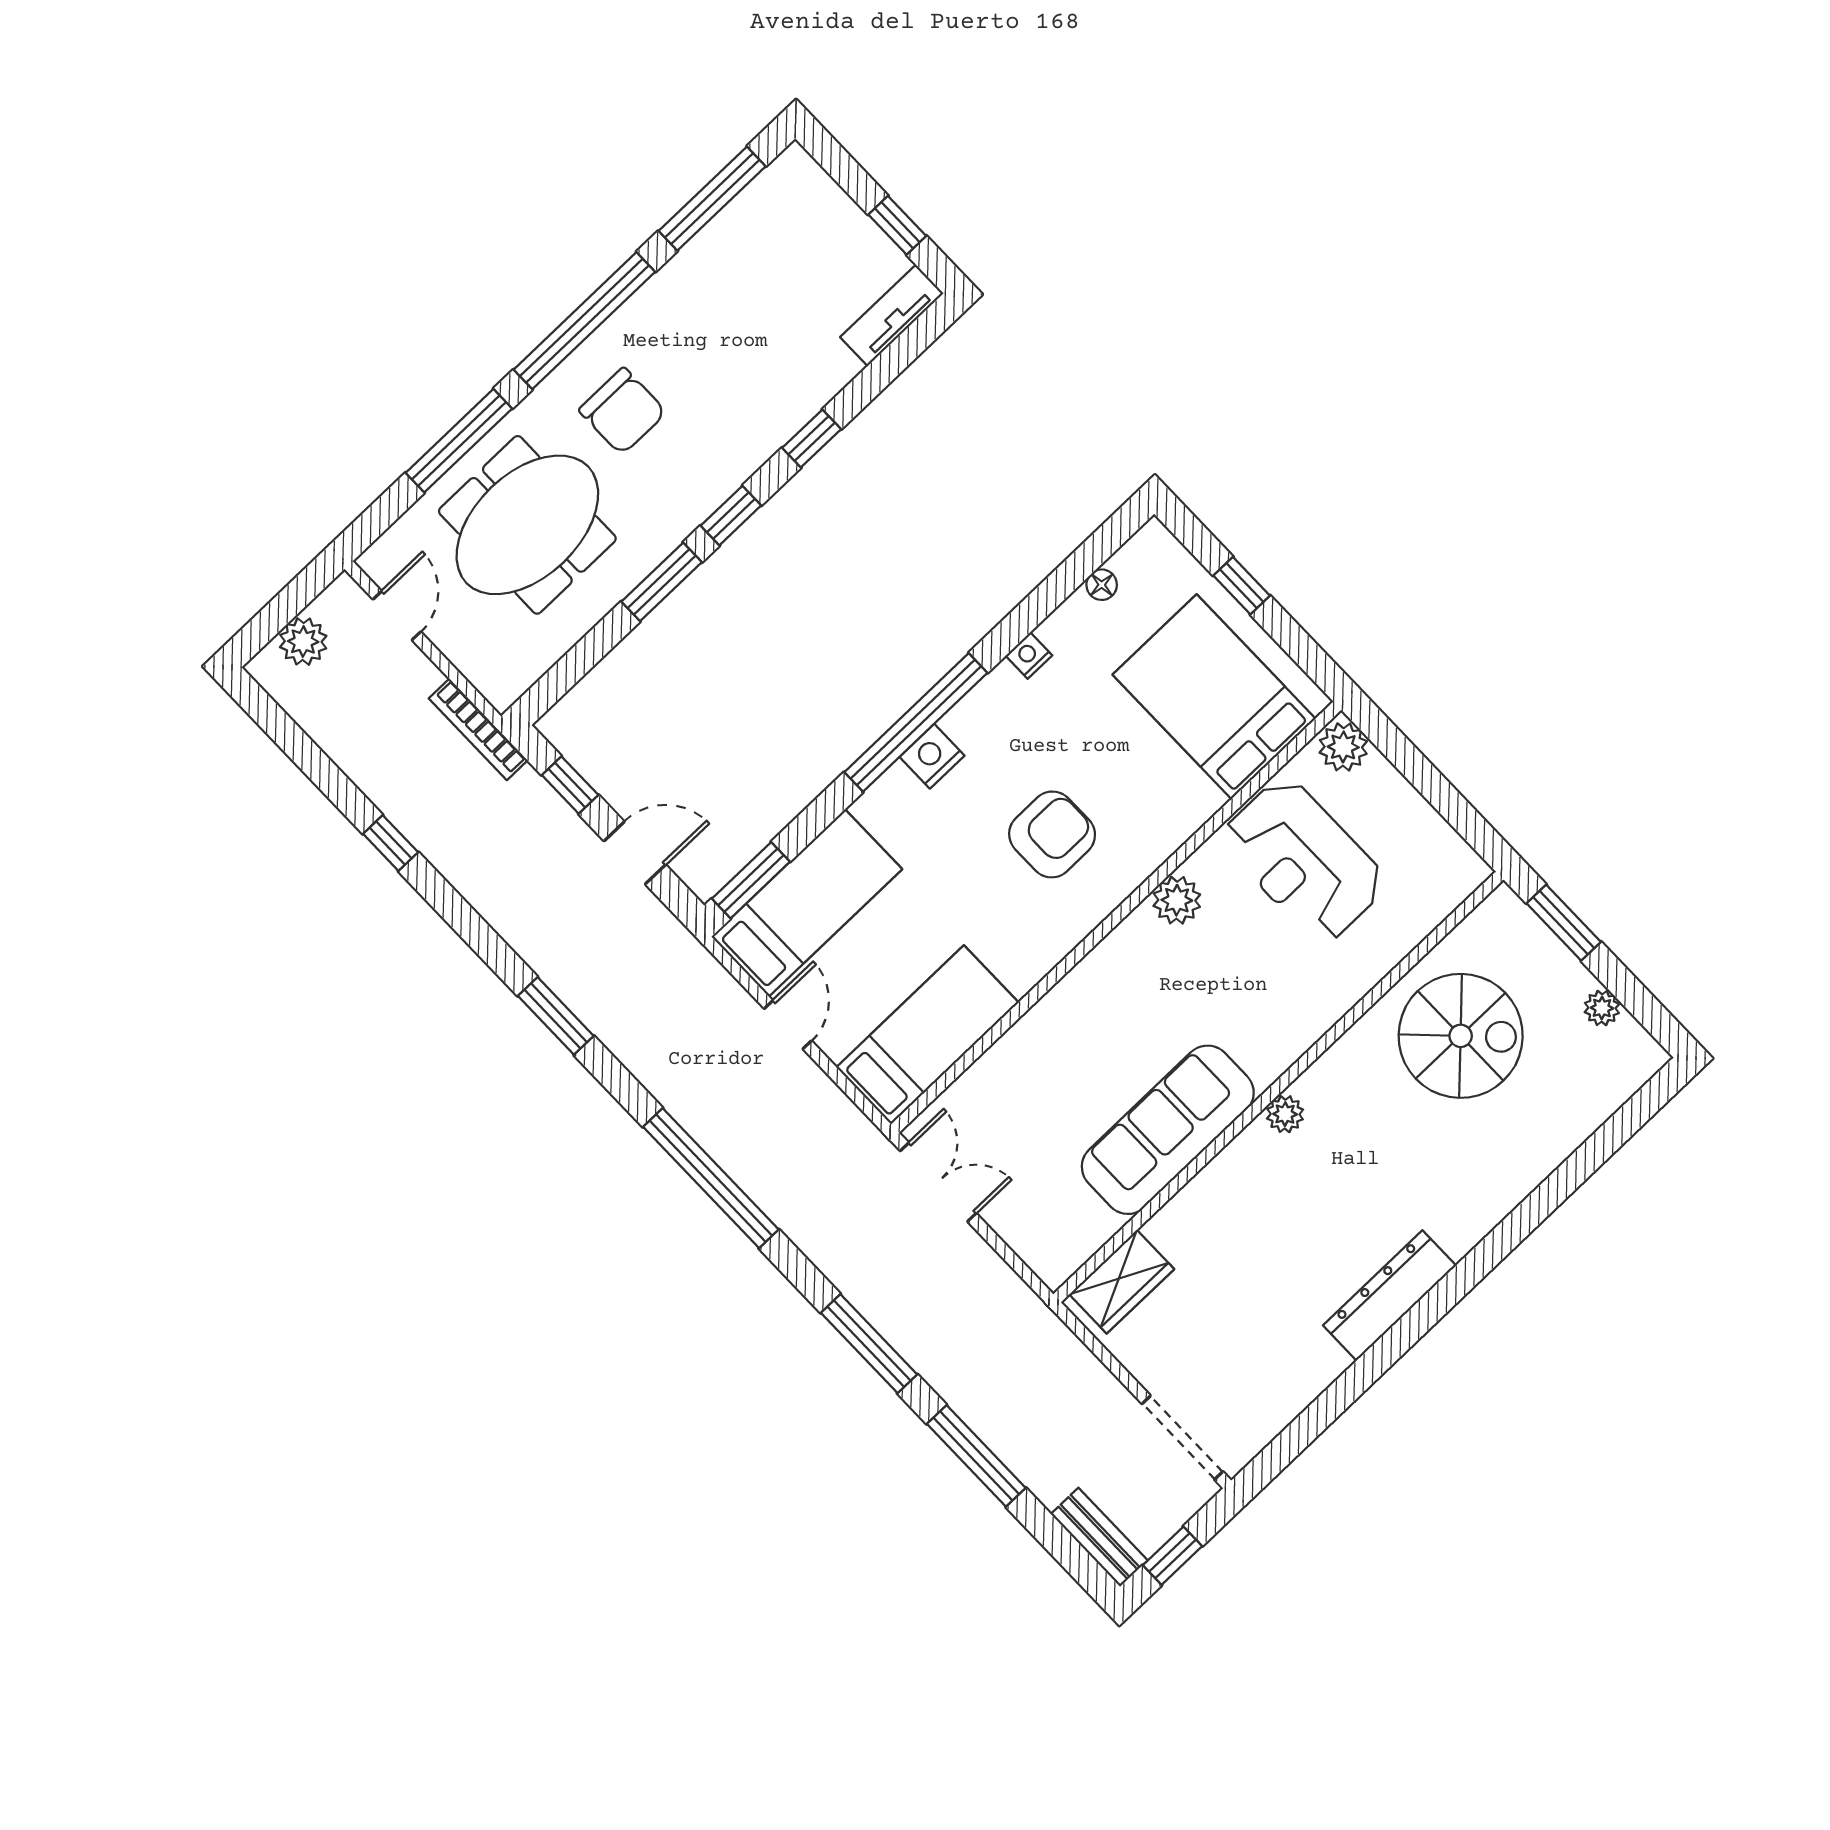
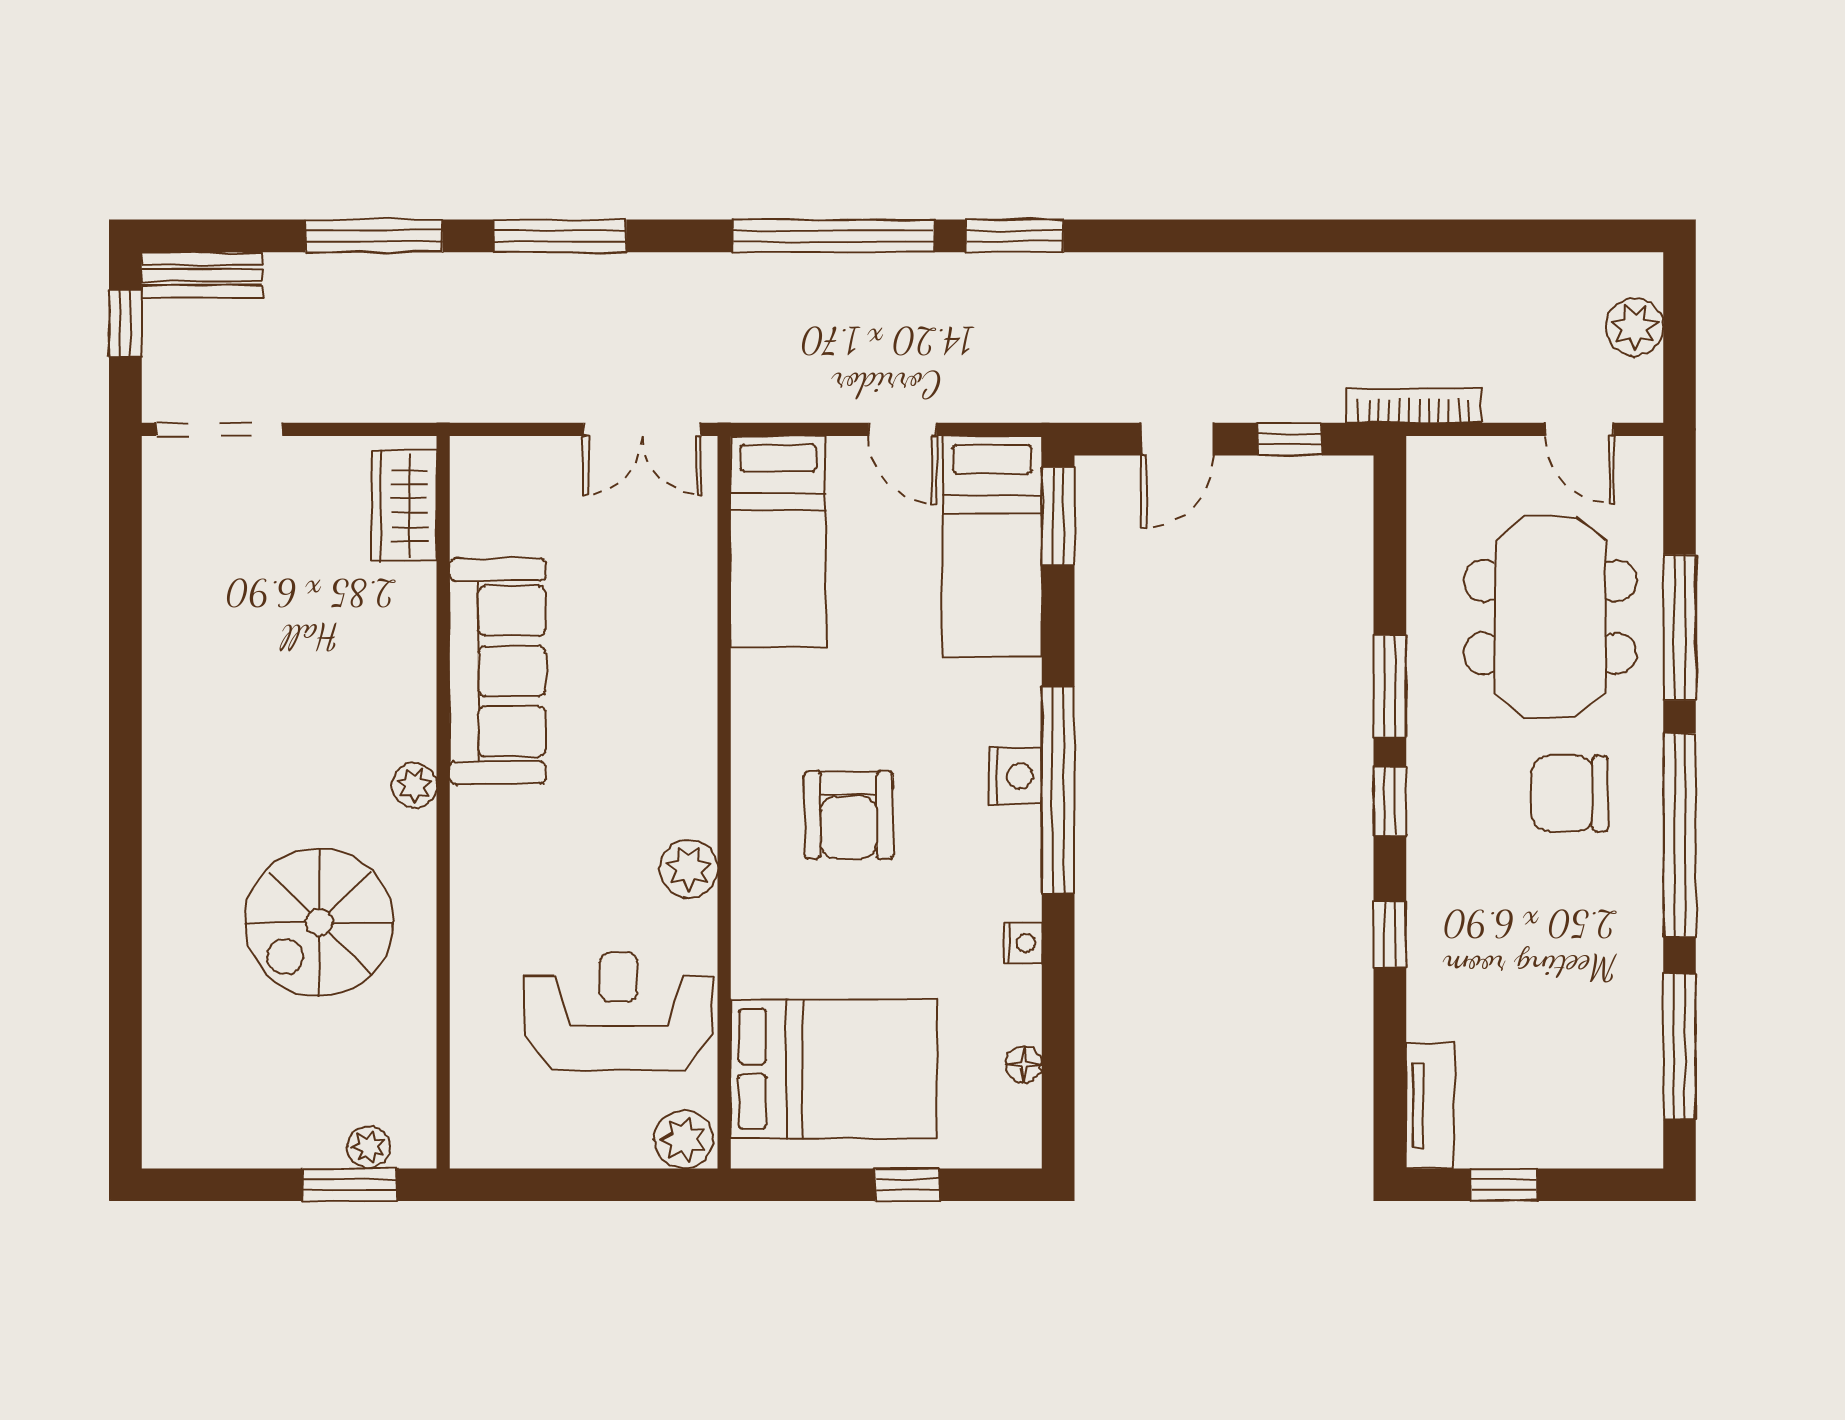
window: (391, 843) -> (1388, 236), removed
plant: (1602, 1008) -> (369, 1147), moved
window: (556, 1016) -> (1015, 236), moved
spiral stairs: (1461, 1036) -> (319, 922), moved
dresser: (1390, 1295) -> (171, 726), removed

